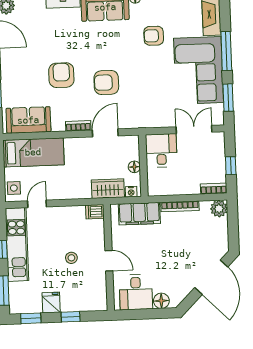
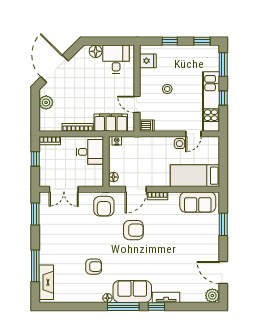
window: (226, 51) -> (35, 266), moved
corner sofa: (199, 70) -> (58, 237), removed
armchair: (61, 75) -> (104, 206), moved
desk: (161, 151) -> (90, 152), moved, turned -90
floor lamp: (134, 167) -> (113, 177), moved
side table: (14, 188) -> (180, 144), moved
wardrobe: (108, 189) -> (135, 144), removed
plant: (219, 209) -> (46, 102), moved
door: (109, 261) -> (137, 104), moved
fridge: (51, 303) -> (148, 61), moved, turned -90

